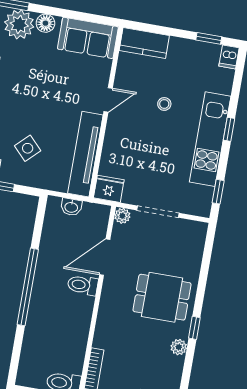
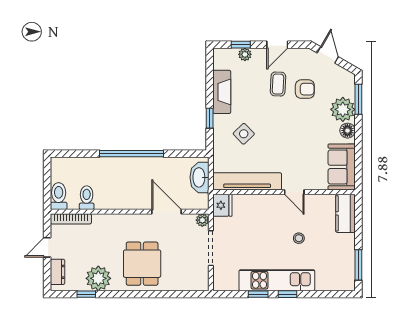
window: (209, 38) -> (358, 265), width x1.50
dishwasher: (229, 57) -> (346, 284), removed
window: (218, 192) -> (258, 294), moved
washbasin: (71, 207) -> (199, 177), width x1.91, depth x1.45
toilet: (83, 285) -> (87, 198), moved
window: (194, 328) -> (86, 294), moved
plant: (179, 347) -> (98, 278), width x1.88, depth x1.88

